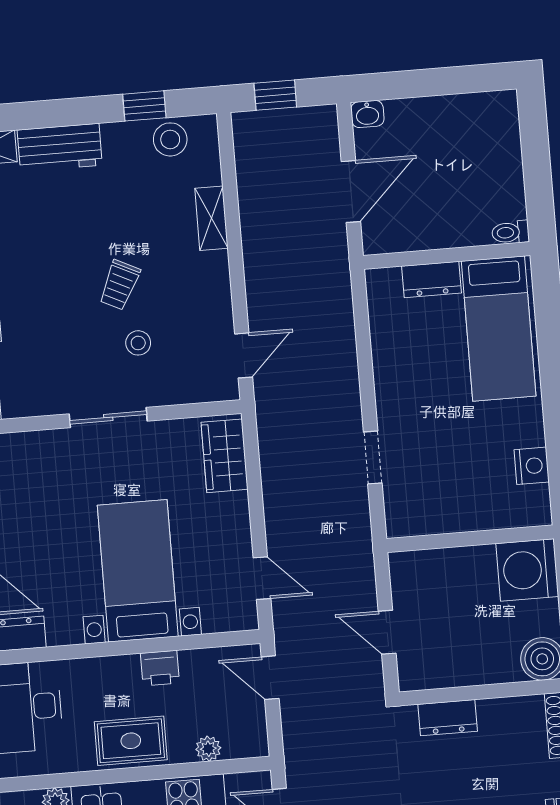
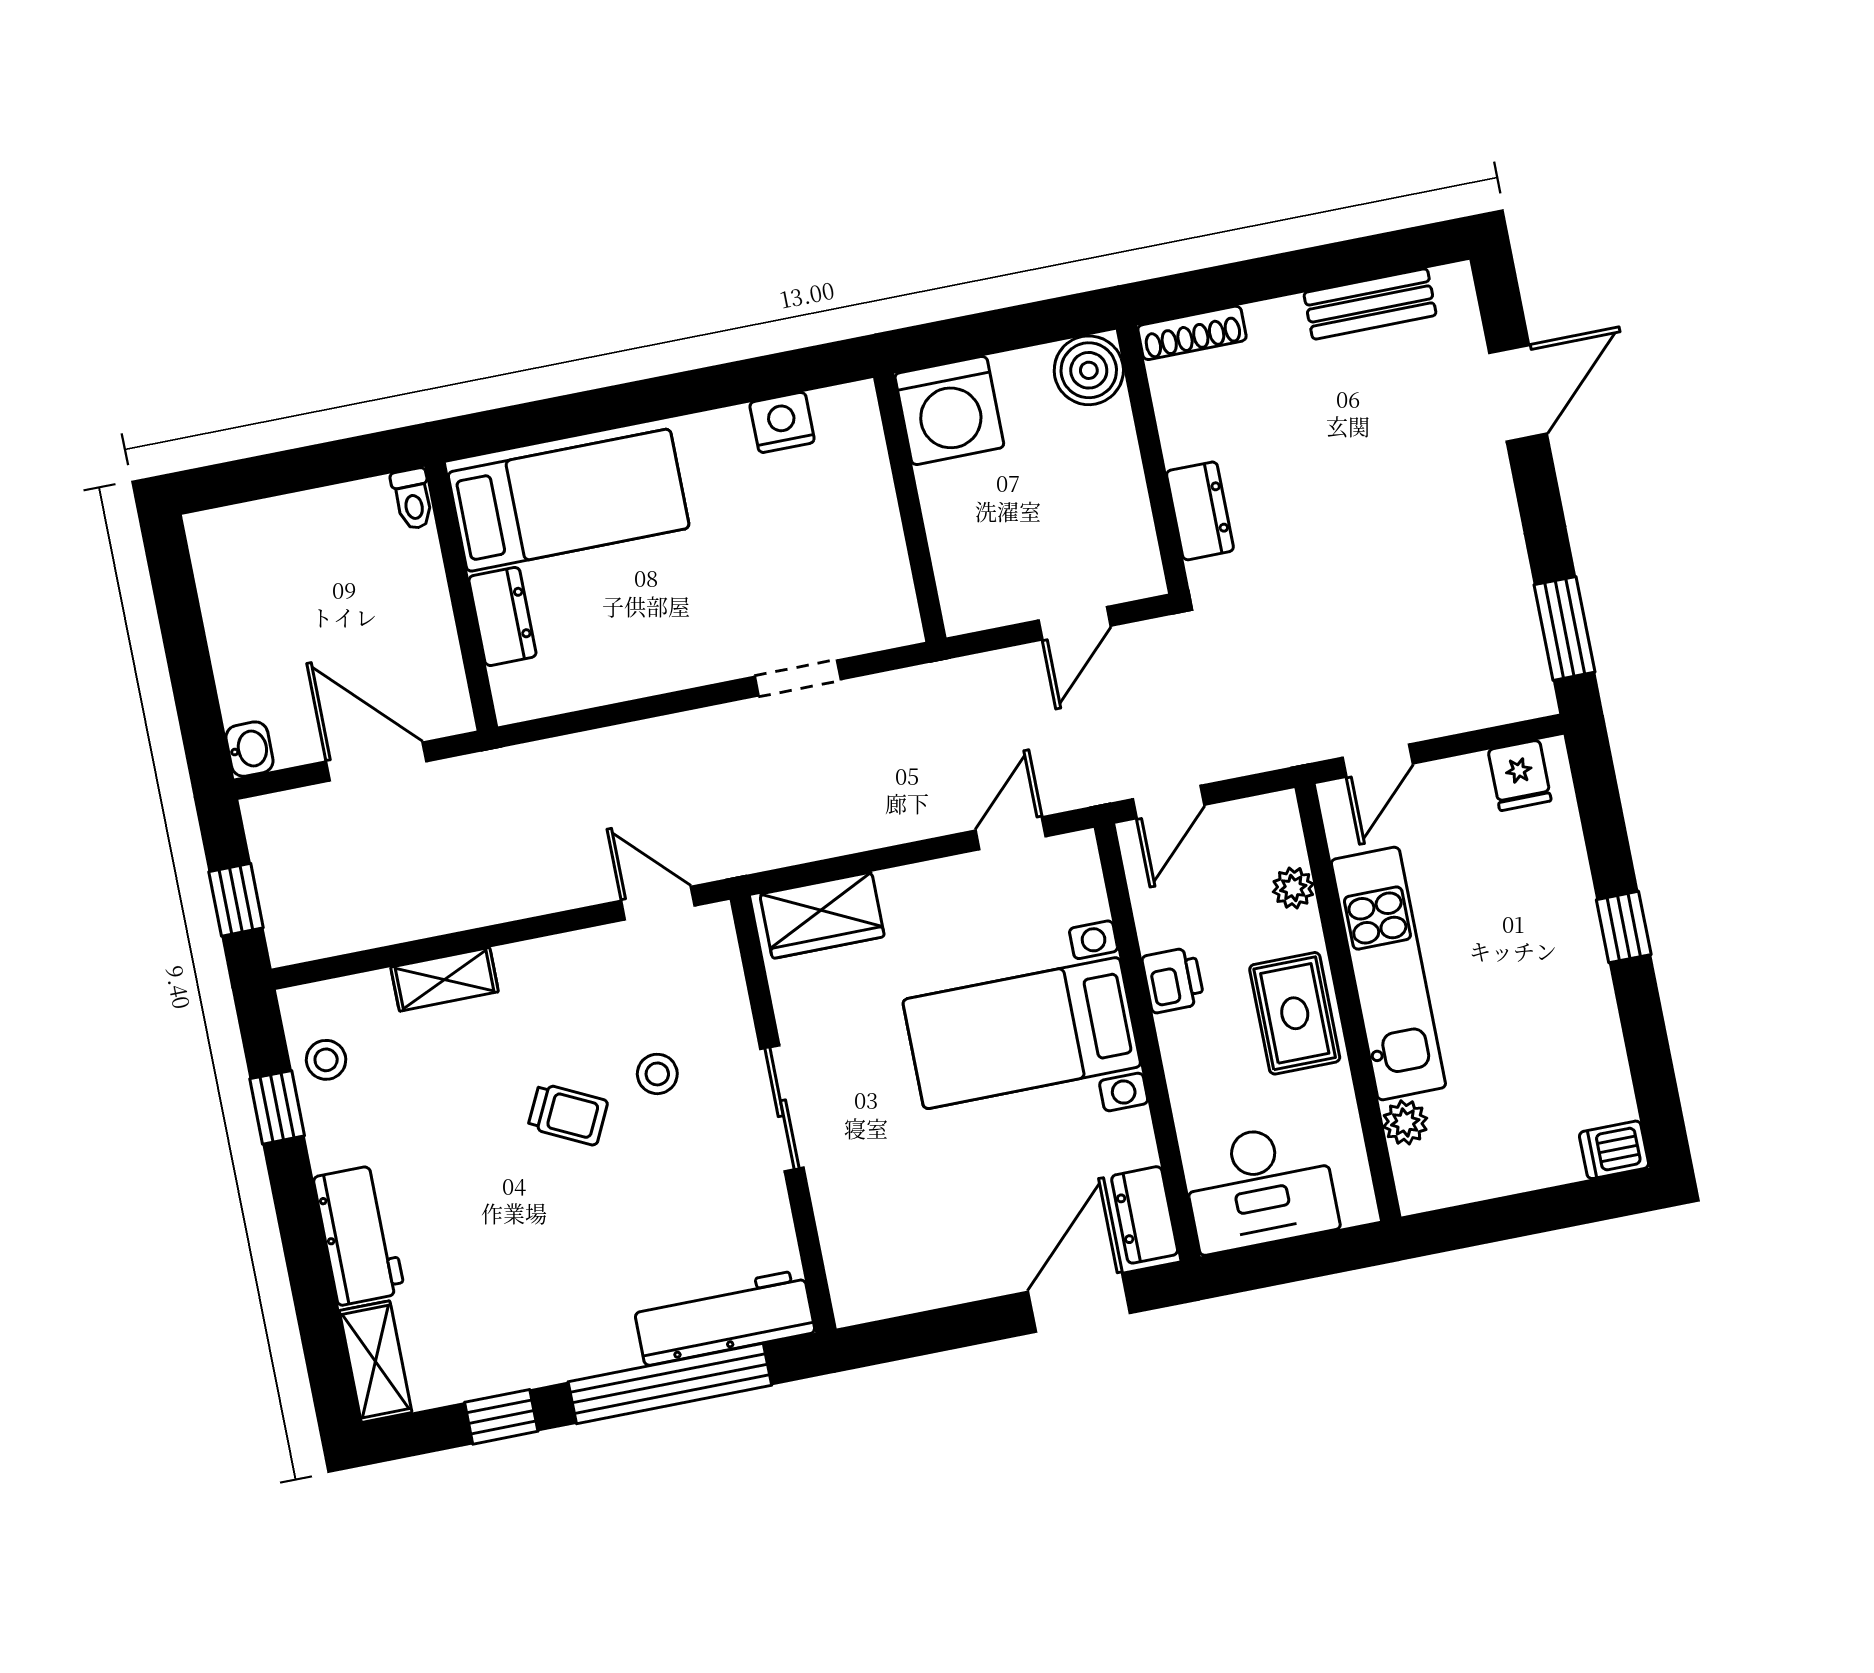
stool: (170, 139) -> (326, 1060), width x0.73, depth x0.73

